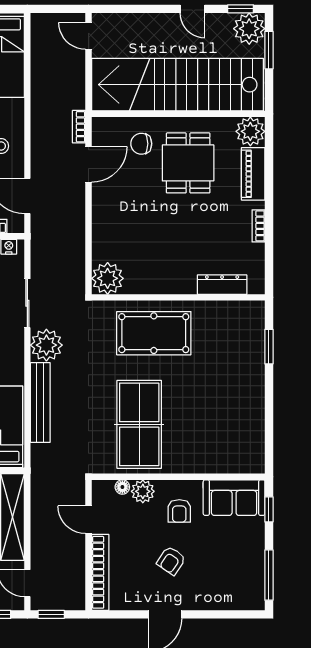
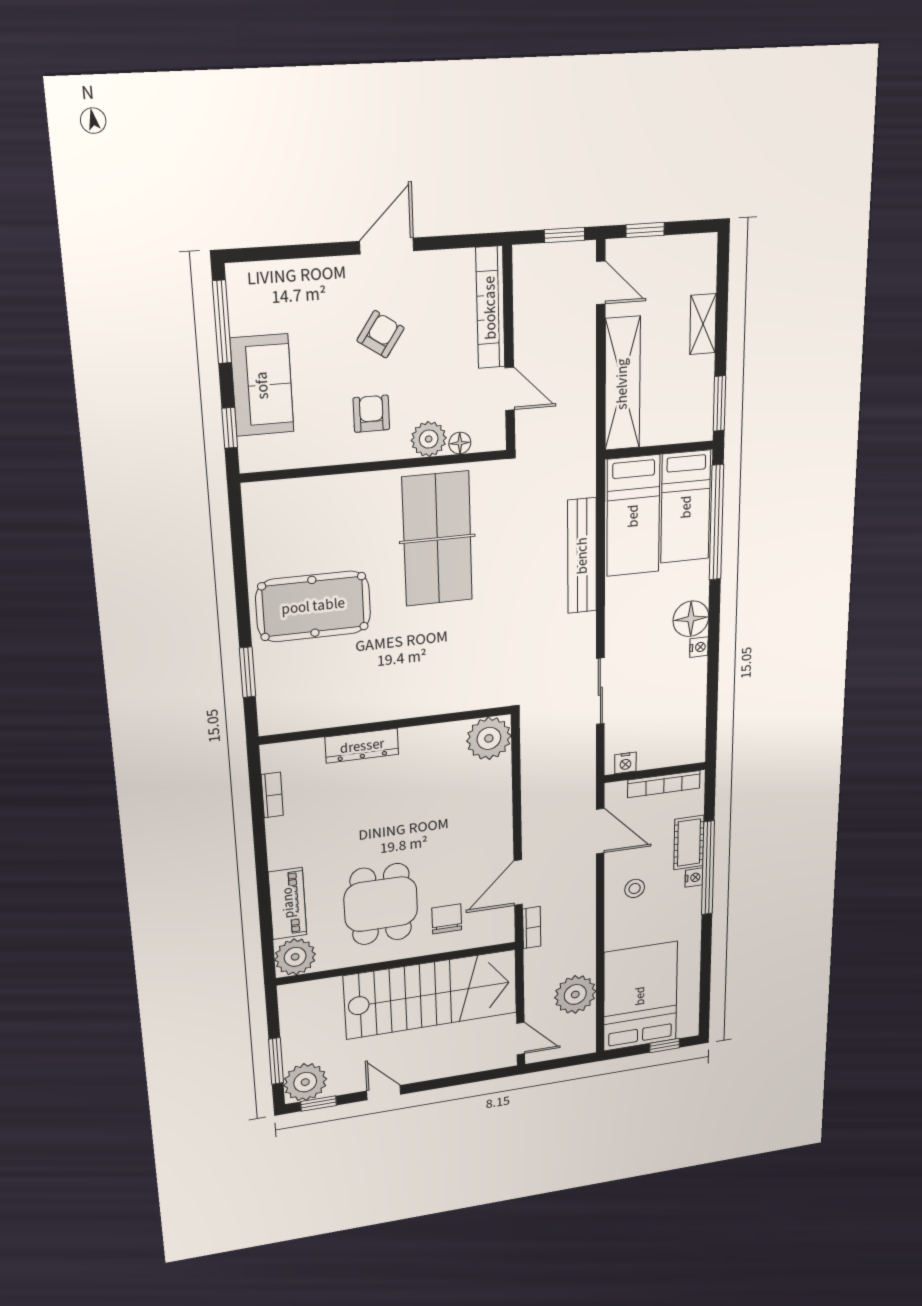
stairs: (177, 85) -> (431, 994), width x0.73
chair: (141, 144) -> (447, 919), turned -90
bookcase: (258, 226) -> (272, 795), moved
dresser: (222, 285) -> (362, 746), moved
pool table: (154, 333) -> (313, 606), moved
plant: (46, 345) -> (575, 994), moved
sofa: (234, 498) -> (262, 385), moved, turned 90

